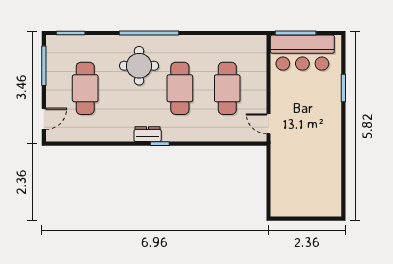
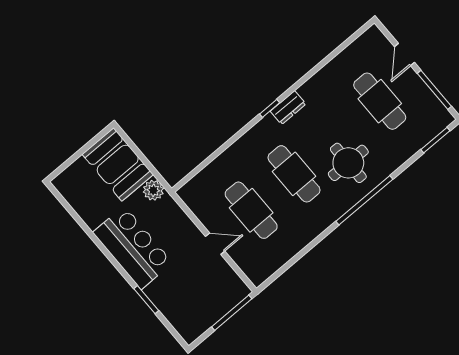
bar counter: (302, 53) -> (133, 248), moved, turned 90
door: (44, 119) -> (404, 55), moved
door: (269, 124) -> (215, 244), moved
plant: (279, 154) -> (153, 190), added
booth: (288, 191) -> (118, 164), added

